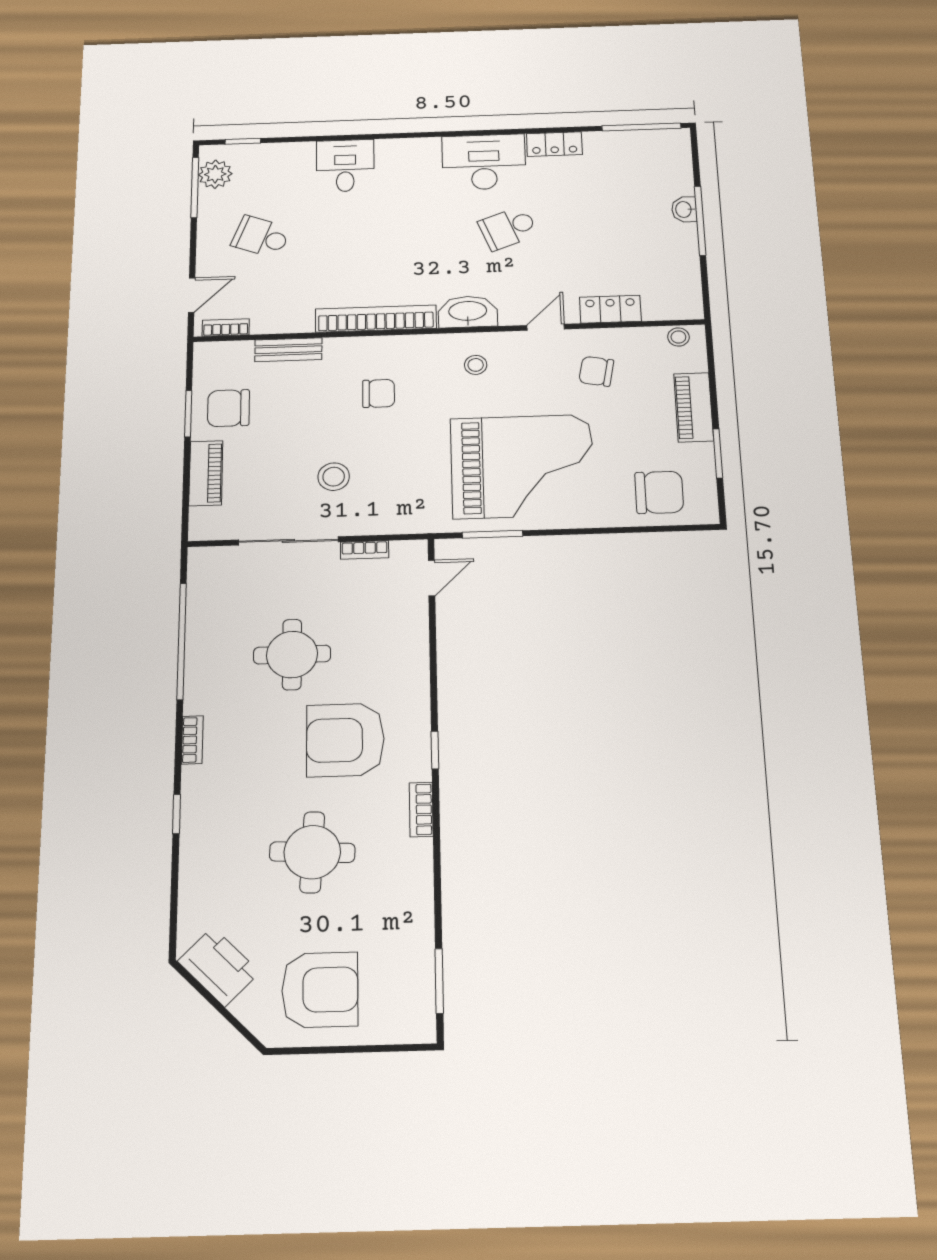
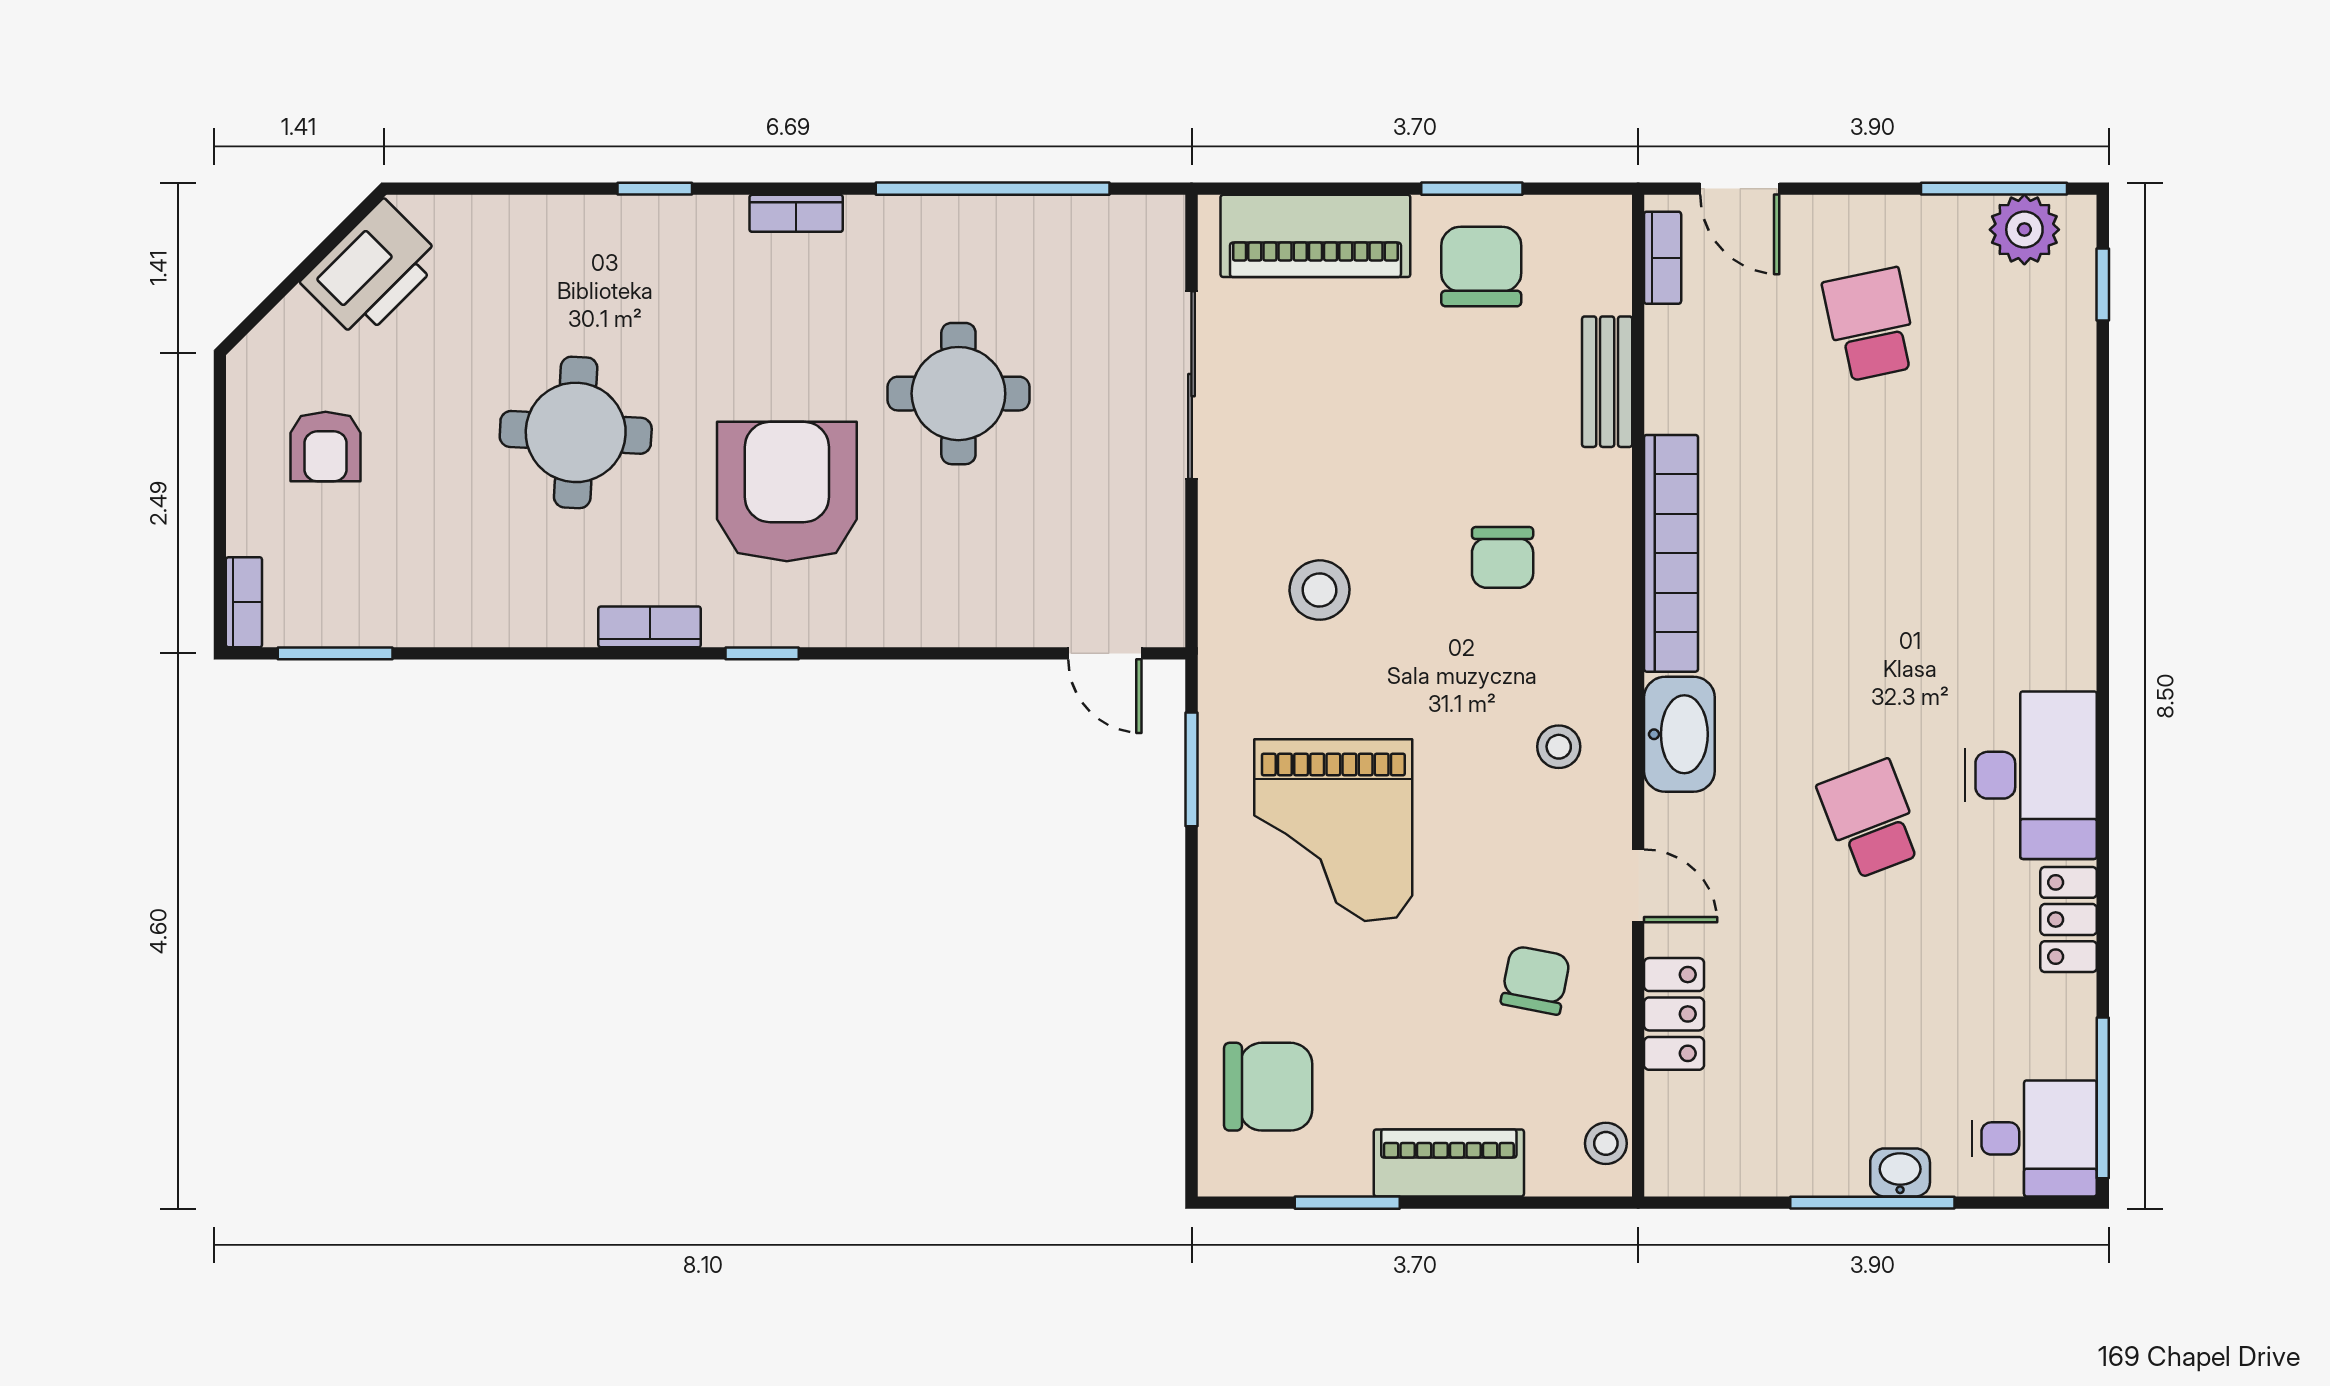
desk: (345, 166) -> (2034, 1138), moved
school desk: (261, 237) -> (1870, 325), turned -33
grand piano: (522, 466) -> (1333, 830), width x0.73, depth x0.68
piano: (206, 473) -> (1315, 236), width x1.37, depth x1.33
stool: (334, 477) -> (1320, 590), moved
chair: (659, 492) -> (1268, 1087), turned -90
bookcase: (365, 550) -> (244, 602), moved, turned 180
armchair: (320, 990) -> (326, 447), width x0.53, depth x0.53

